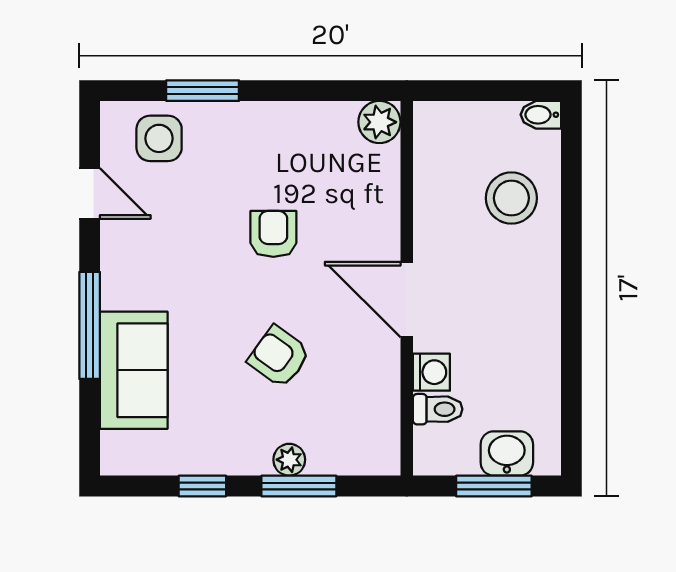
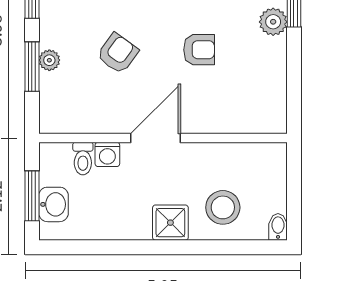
plant: (379, 122) -> (273, 22), moved
shower: (534, 277) -> (170, 223), added

